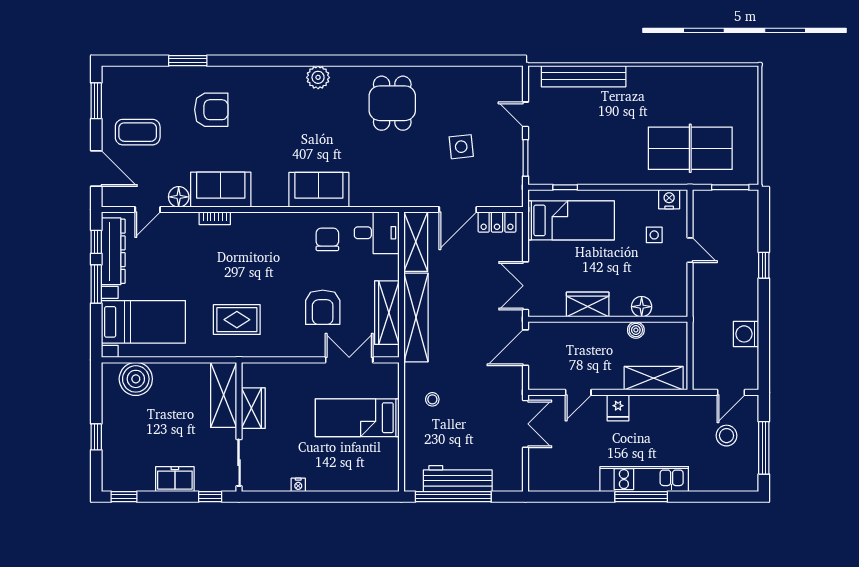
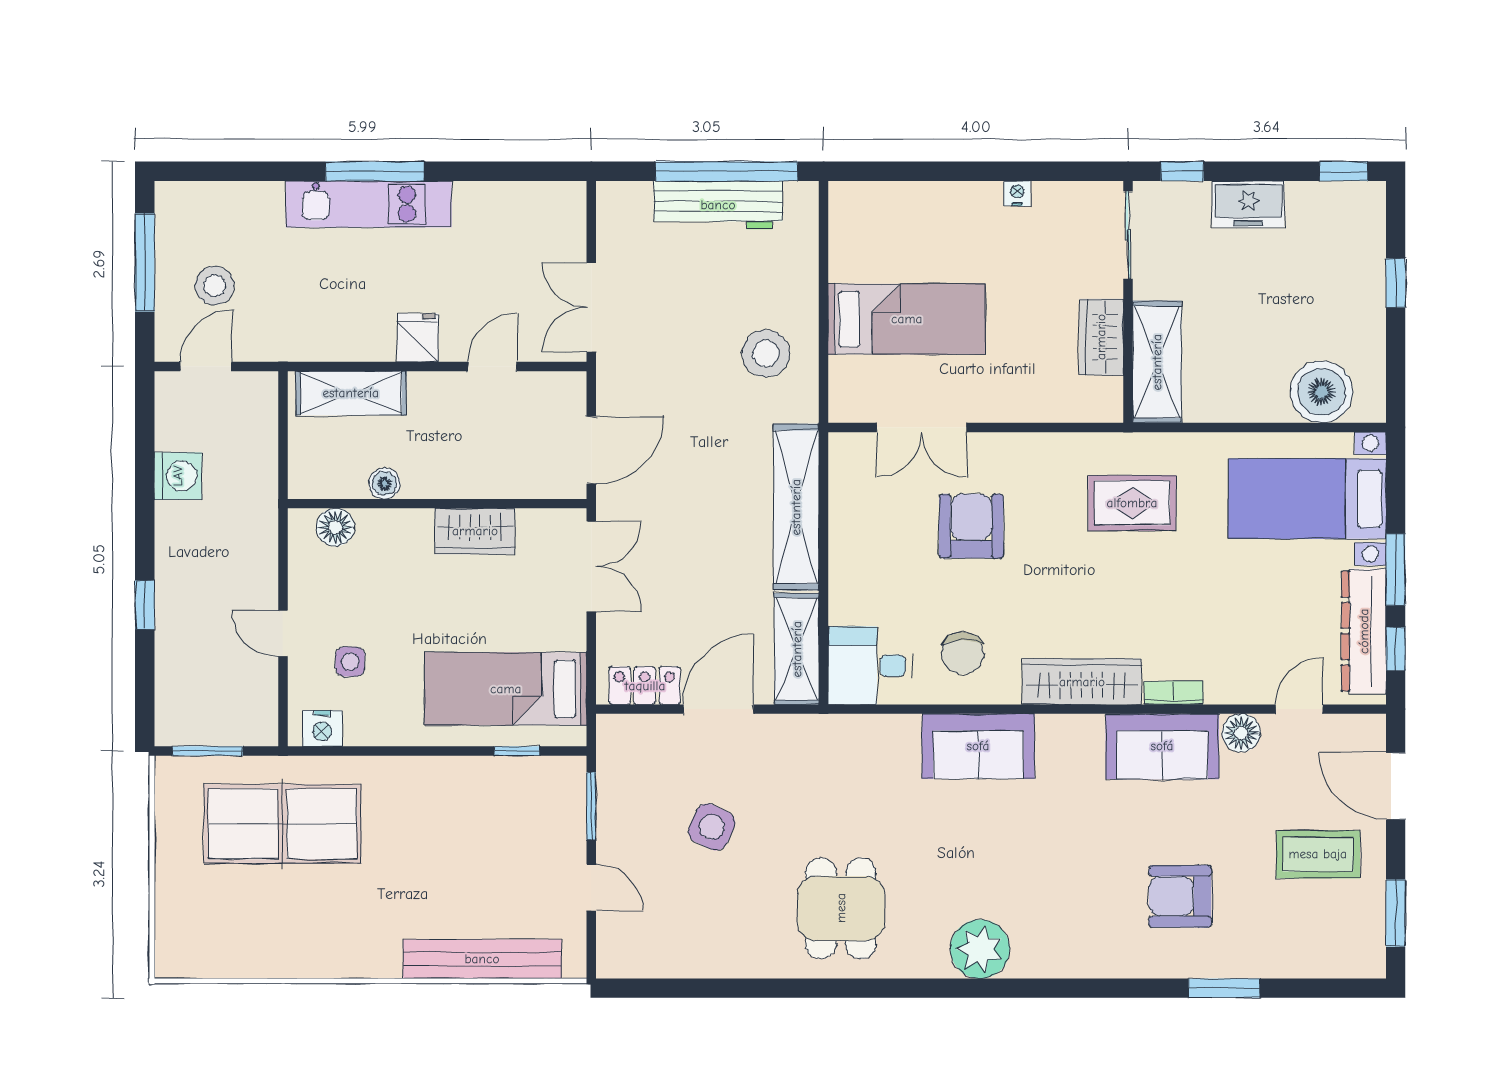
plant: (318, 77) -> (980, 949), width x1.36, depth x1.36
side table: (461, 147) -> (712, 827), turned 31
floor lamp: (642, 307) -> (335, 527), moved
wardrobe: (387, 313) -> (1082, 682), moved, turned -90
stool: (432, 399) -> (766, 353), width x1.89, depth x1.89

